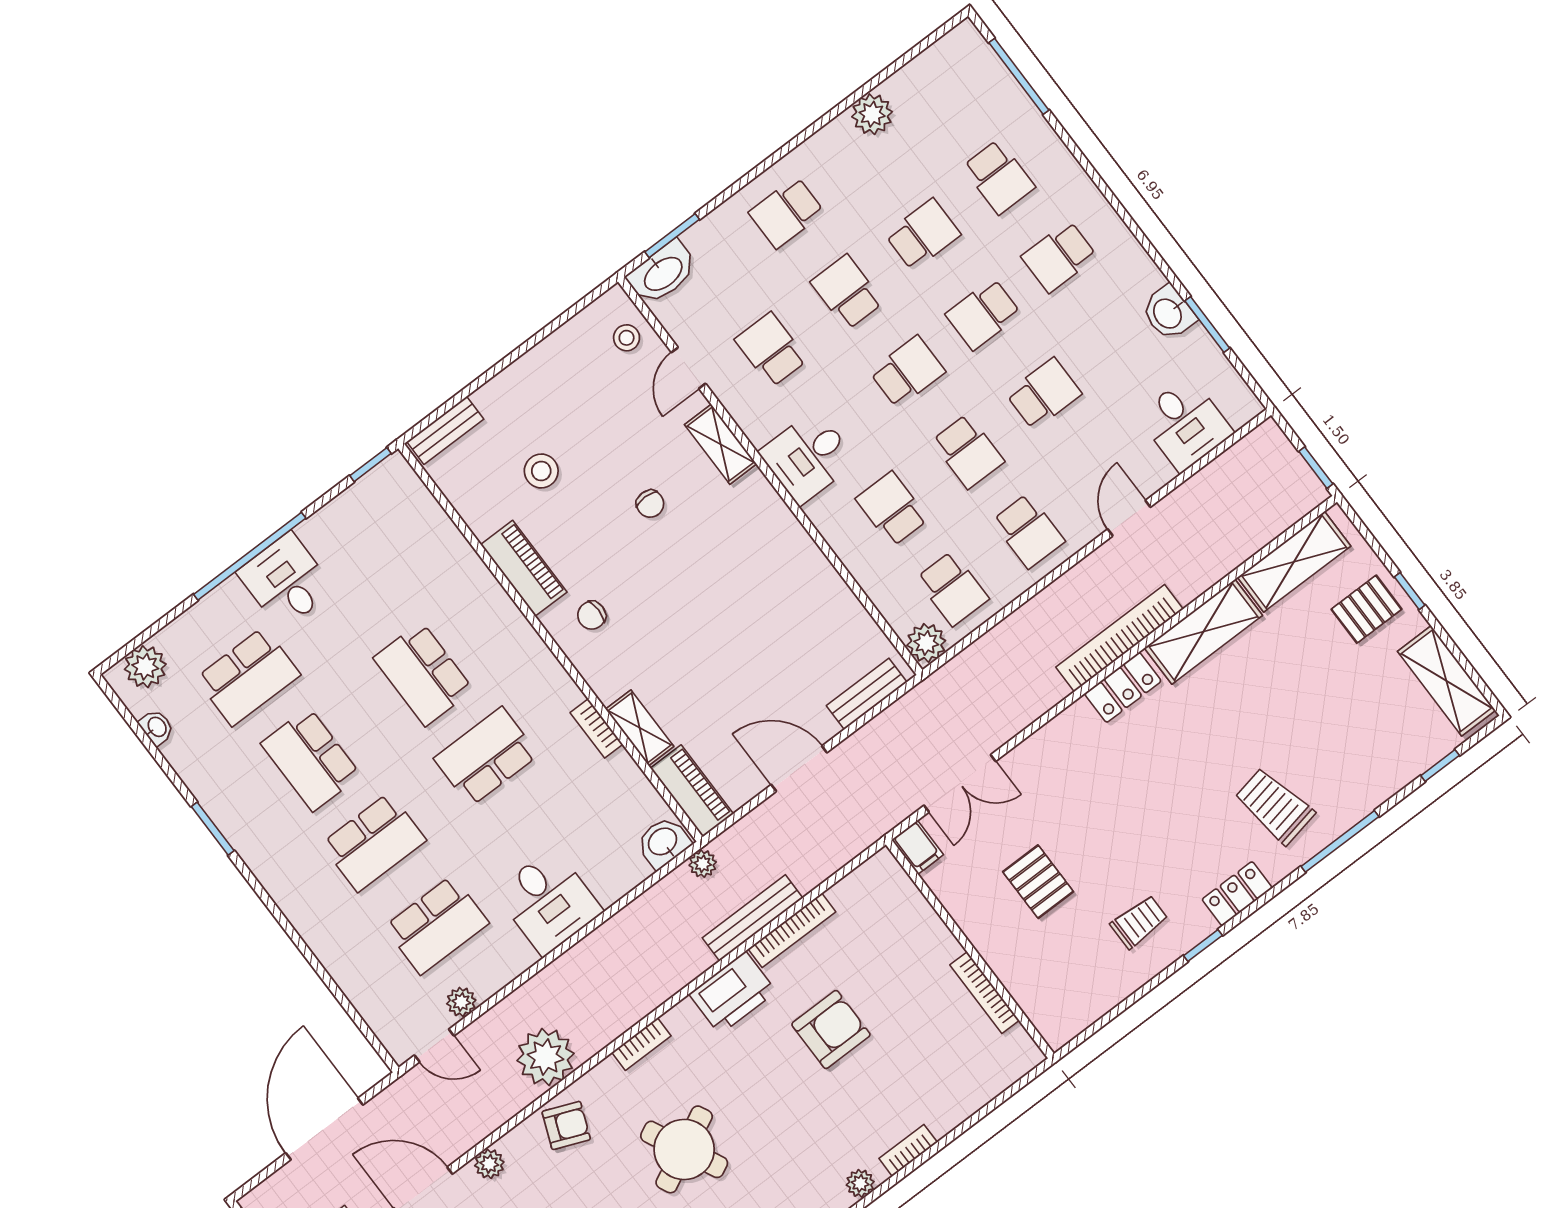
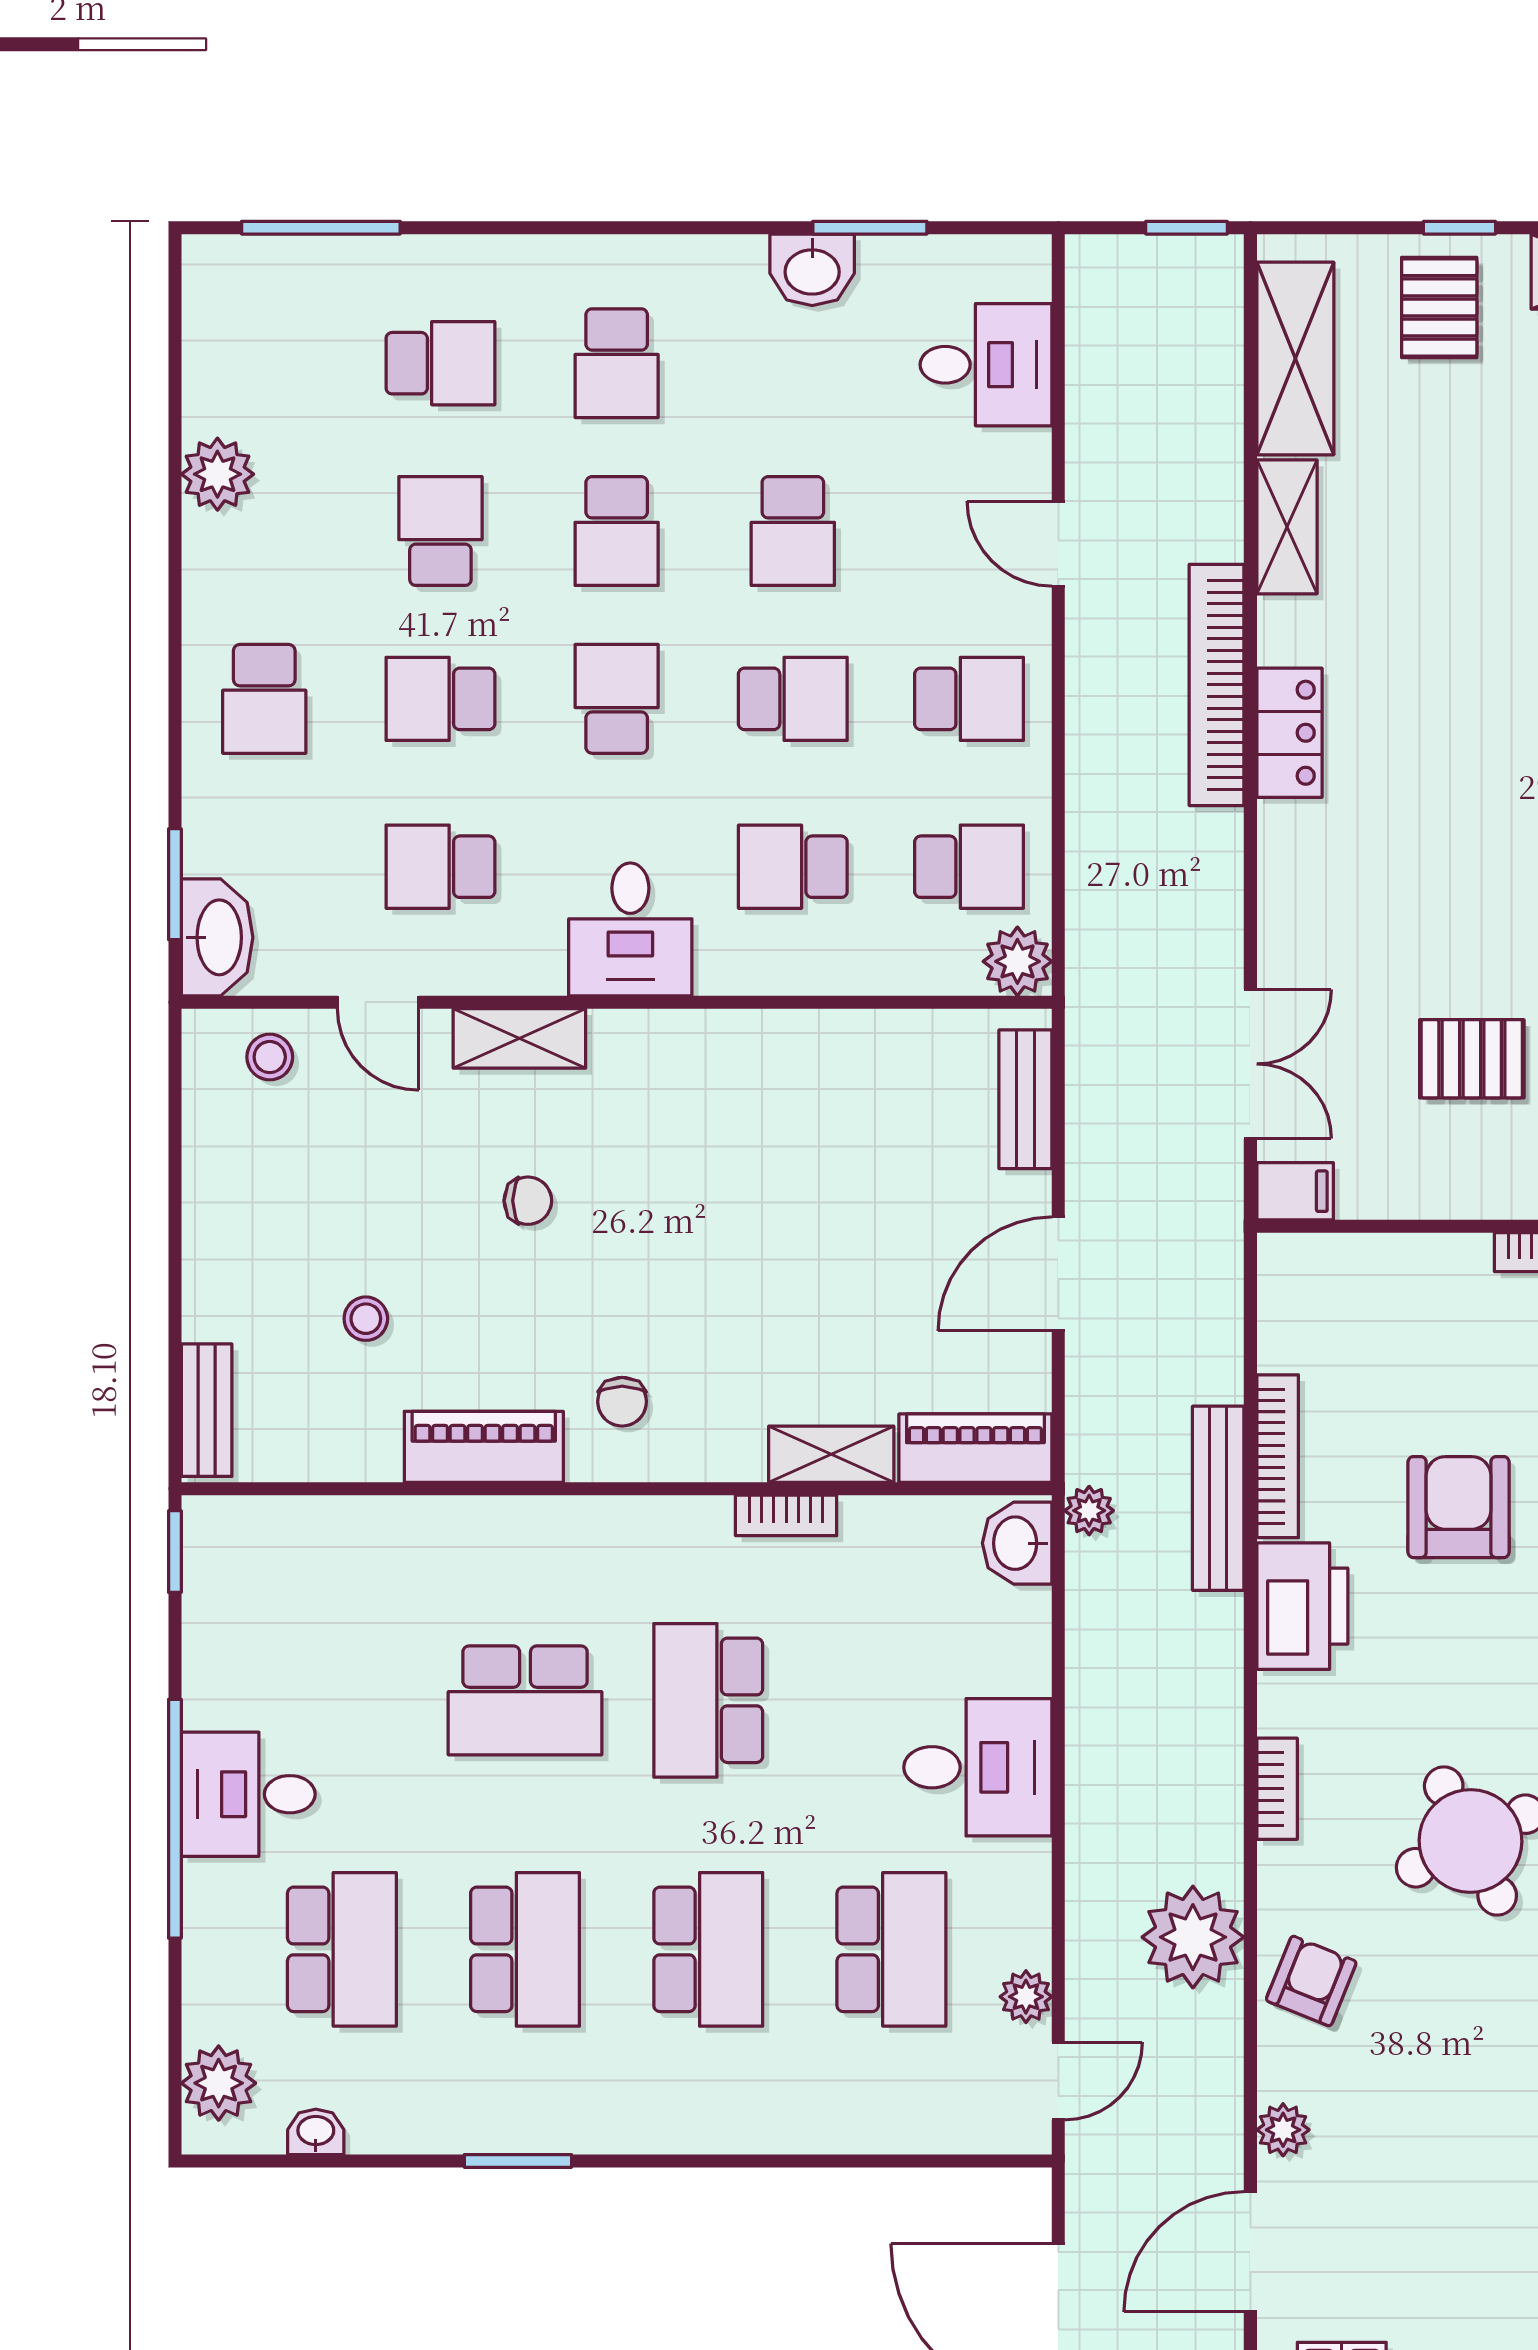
school desk: (1044, 394) -> (793, 531), turned 180
stool: (541, 471) -> (366, 1319), width x0.73, depth x0.73
shelving: (1203, 632) -> (1287, 527), width x0.67, depth x0.75
school desk: (311, 759) -> (525, 1949), turned -90

